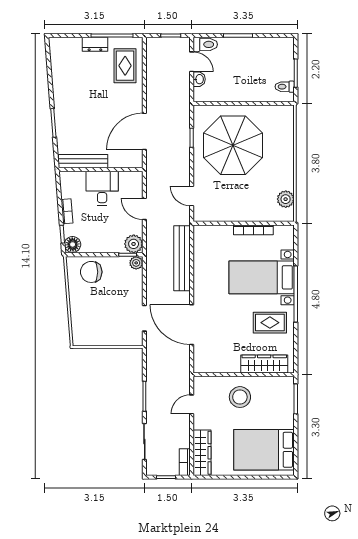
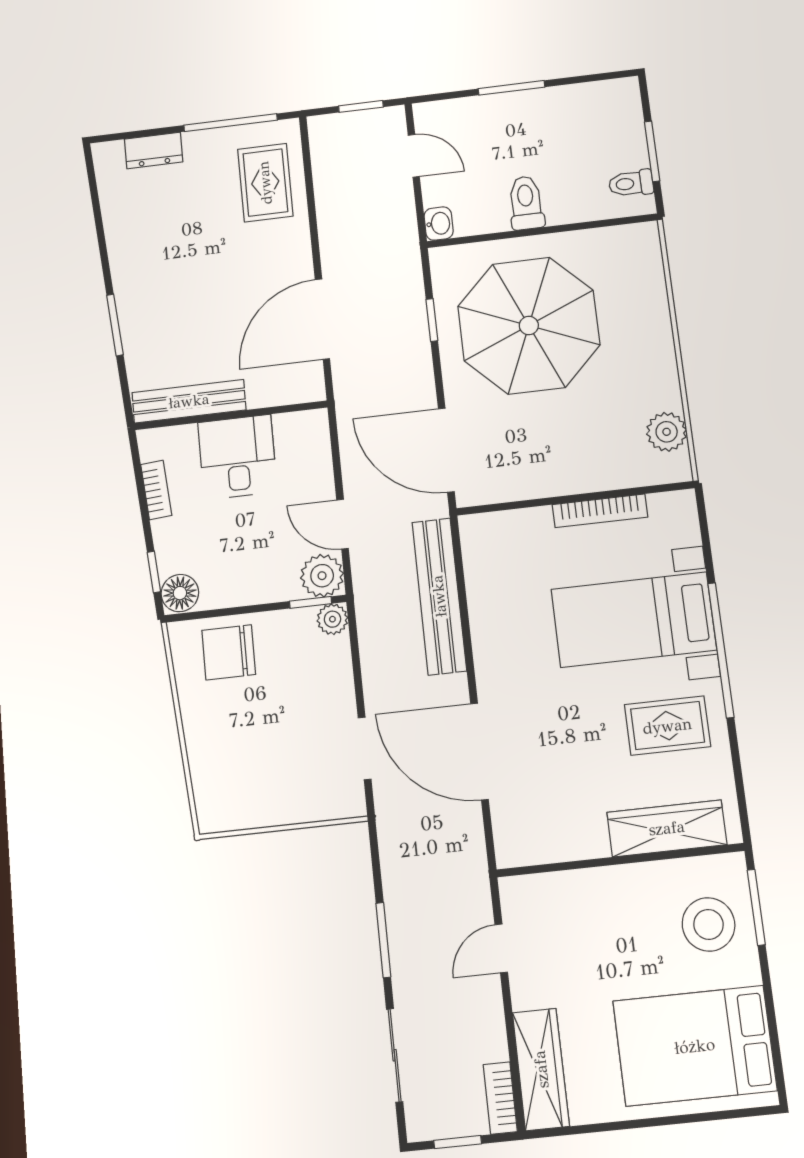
dresser: (95, 44) -> (154, 150), moved
toilet: (205, 44) -> (526, 203), moved, turned -90
washbasin: (199, 79) -> (439, 224), moved
door: (192, 196) -> (446, 450), width x1.87
door: (144, 209) -> (343, 524), moved
bookcase: (67, 211) -> (156, 490), moved
stool: (240, 397) -> (708, 924), moved

